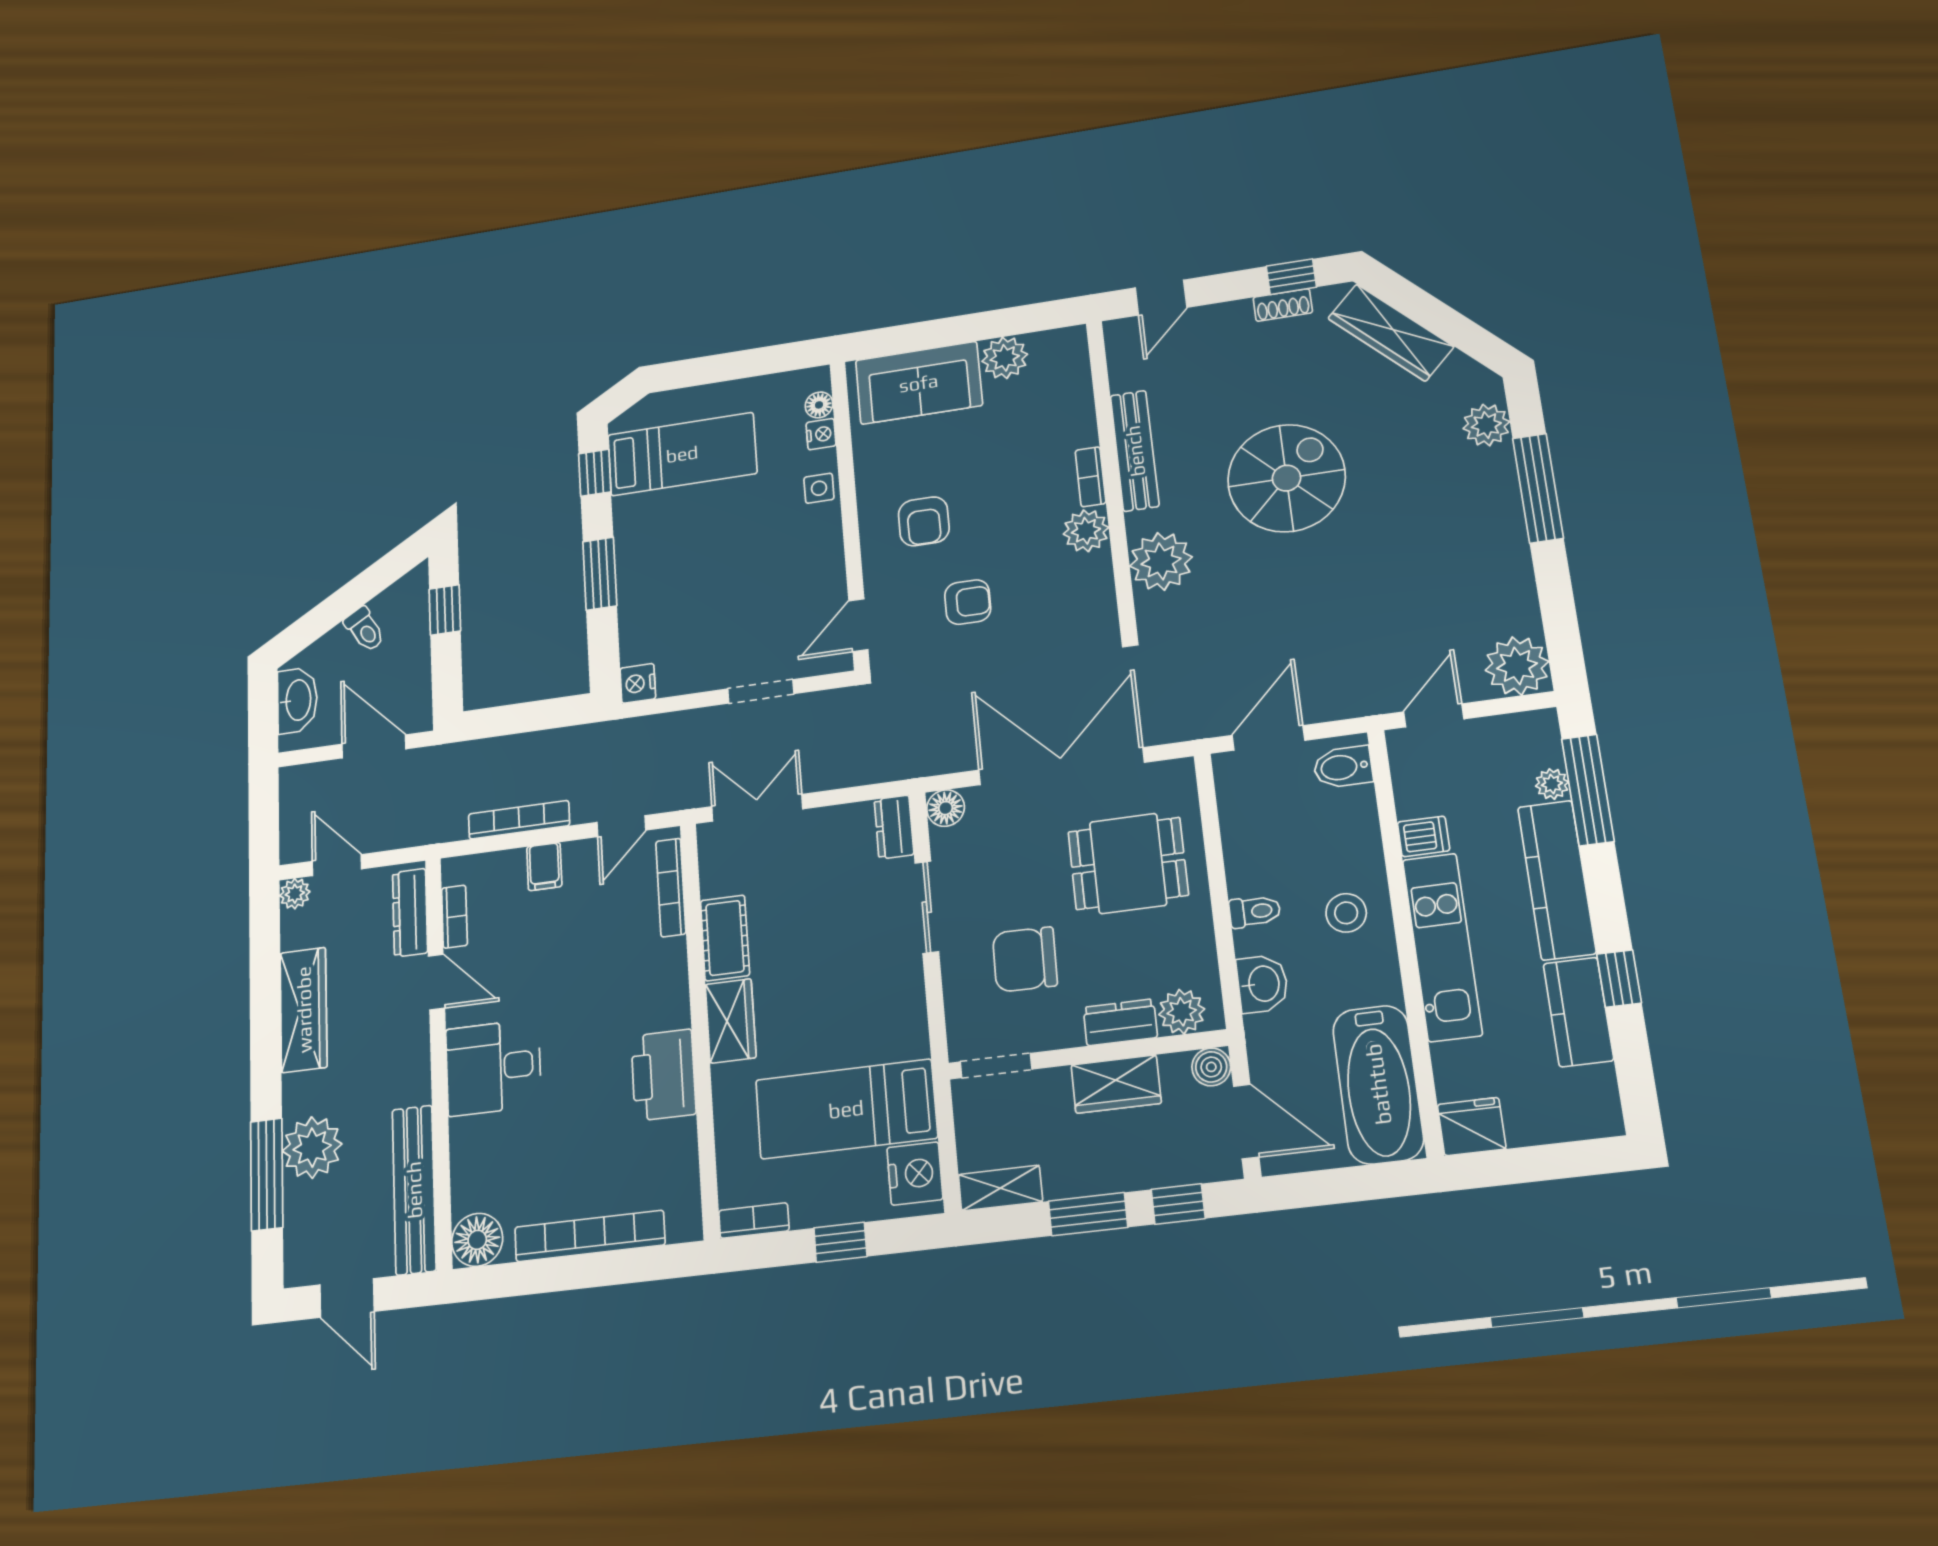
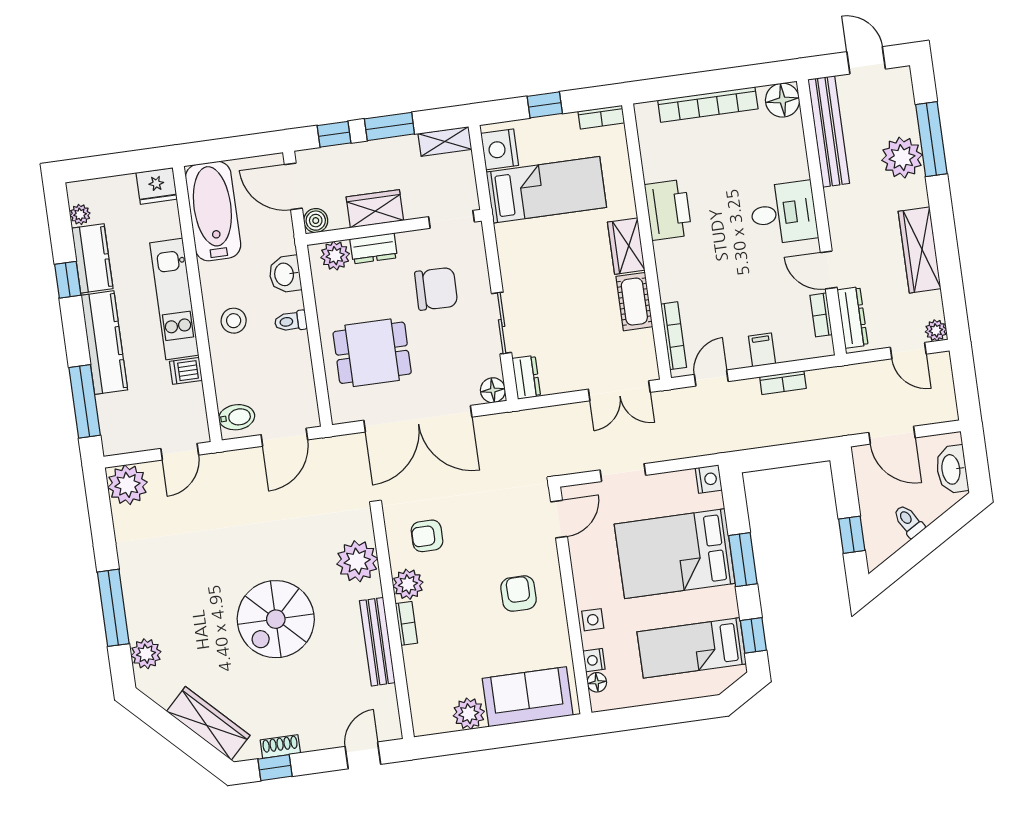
bed: (695, 580) -> (675, 554), added
armchair: (968, 602) -> (427, 536), moved
plant: (1552, 784) -> (80, 214), moved
bookcase: (519, 820) -> (783, 383), width x0.64

